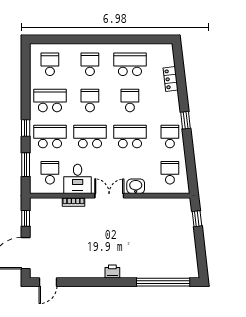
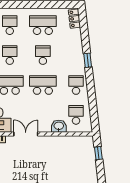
locker: (171, 79) -> (74, 19), moved
window: (186, 120) -> (88, 60), moved
washbasin: (136, 186) -> (59, 126), moved

